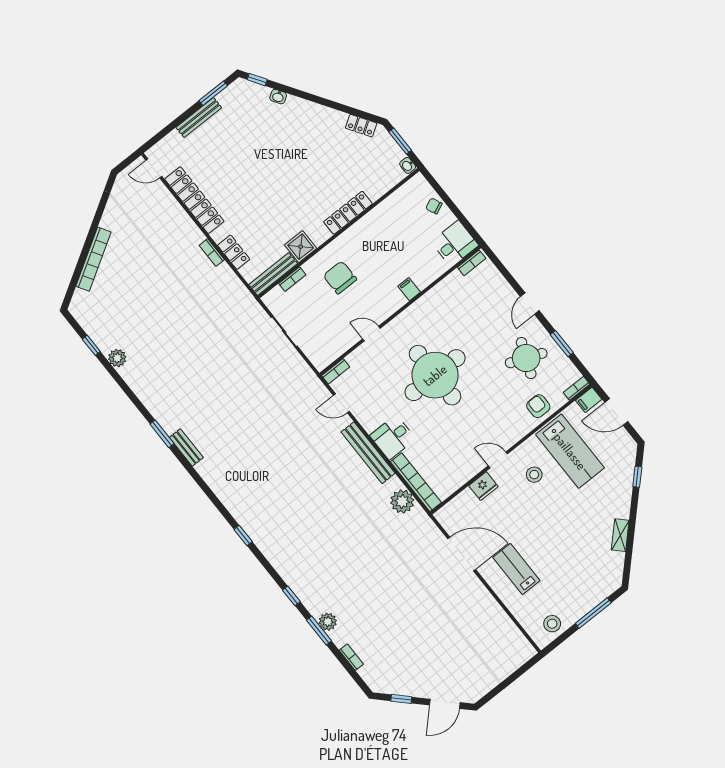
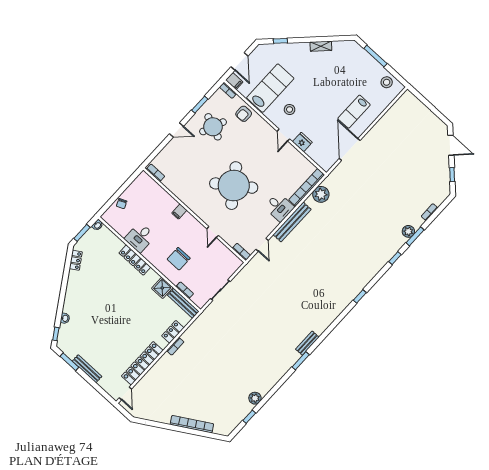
desk: (455, 244) -> (140, 237), moved, turned -90
round table: (435, 375) -> (234, 186), turned -36

